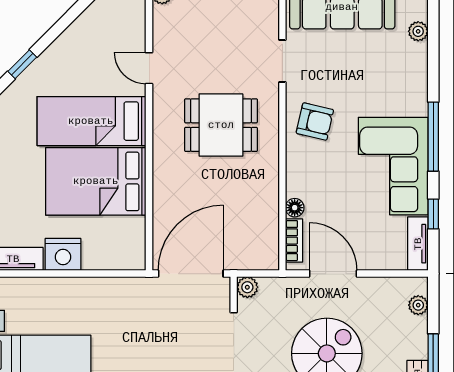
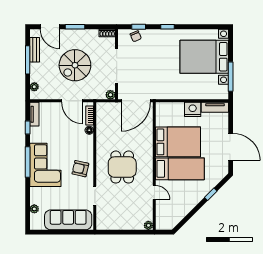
dining table: (221, 125) -> (122, 167), turned 90
corner sofa: (393, 166) -> (45, 165), moved

